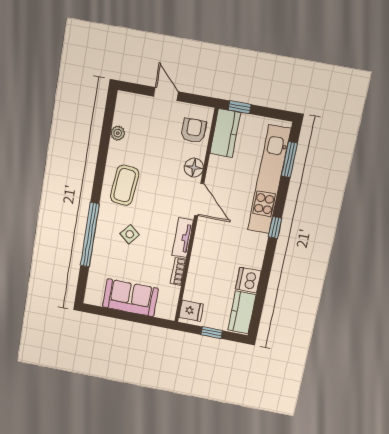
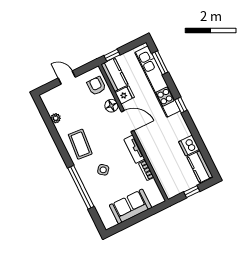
fridge: (191, 311) -> (125, 95), moved

